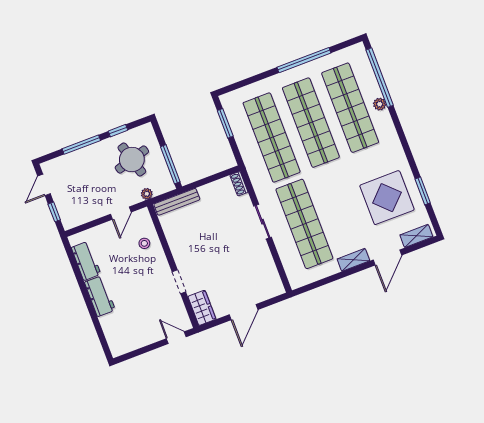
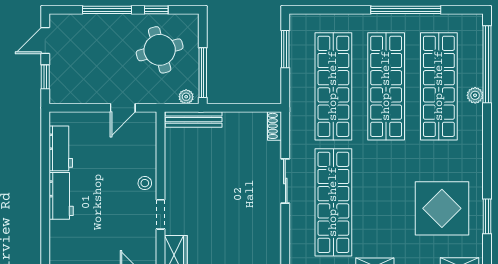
plant: (147, 194) -> (186, 97), moved
stool: (144, 243) -> (145, 183), moved

